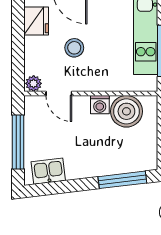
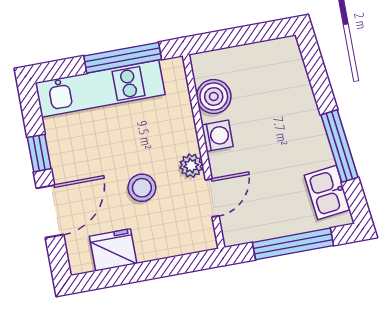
plant: (34, 83) -> (191, 166), moved
boiler: (126, 111) -> (214, 97), width x0.73, depth x0.73
window: (122, 180) -> (339, 146), moved

